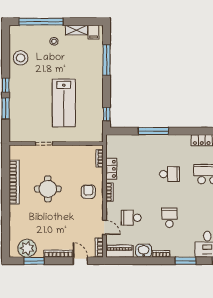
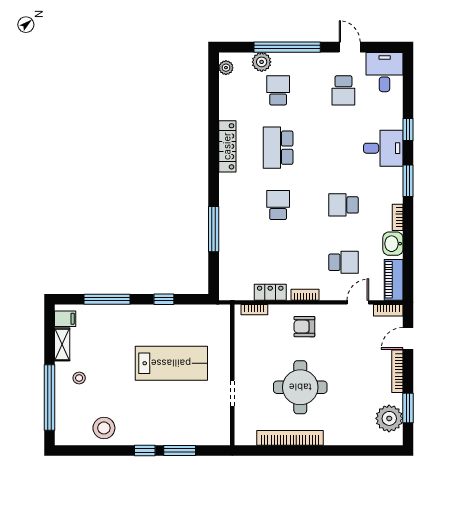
window: (107, 114) -> (164, 299), moved
round table: (48, 189) -> (300, 387), width x1.36, depth x1.36
school desk: (131, 218) -> (343, 262), turned -90

